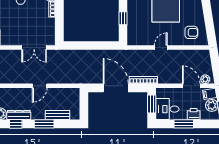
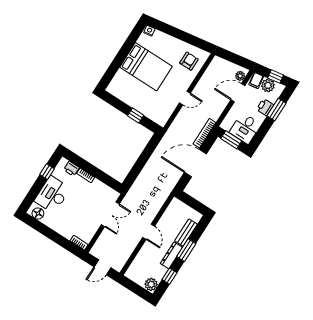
door: (161, 48) -> (185, 98), swing flipped
dresser: (19, 115) -> (171, 255), moved
window: (184, 124) -> (277, 109), moved

